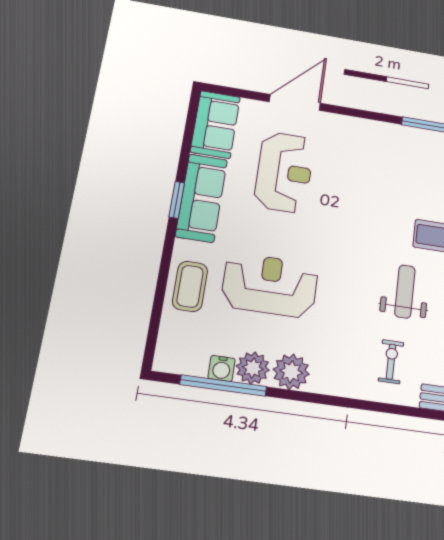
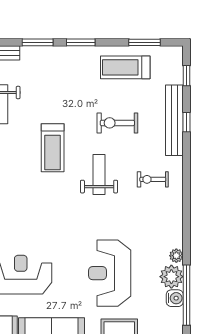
weight bench: (405, 291) -> (99, 174), turned 90
plant: (291, 372) -> (176, 256), width x0.53, depth x0.53

